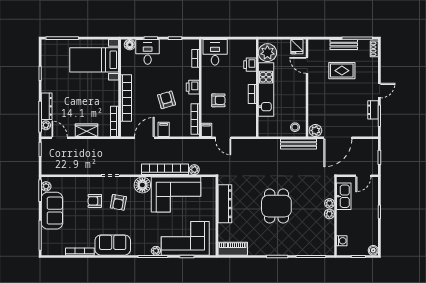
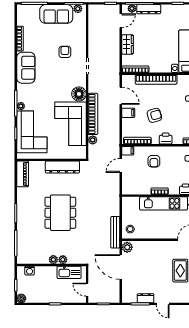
armchair: (118, 202) -> (64, 73), removed
dining table: (276, 206) -> (60, 213), width x1.37

